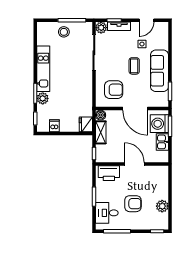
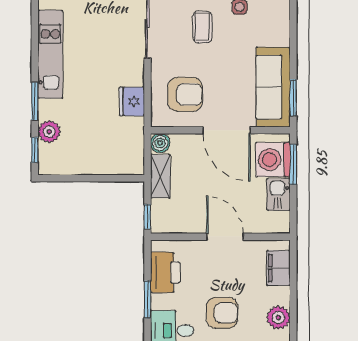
coffee table: (134, 66) -> (202, 27), moved
sofa: (160, 71) -> (273, 87), moved
plant: (43, 98) -> (49, 132), moved
fridge: (86, 124) -> (132, 101), moved
dishwasher: (54, 126) -> (72, 163), removed
printer: (109, 173) -> (165, 272), moved, turned -90
filing cabinet: (162, 180) -> (278, 268), added

